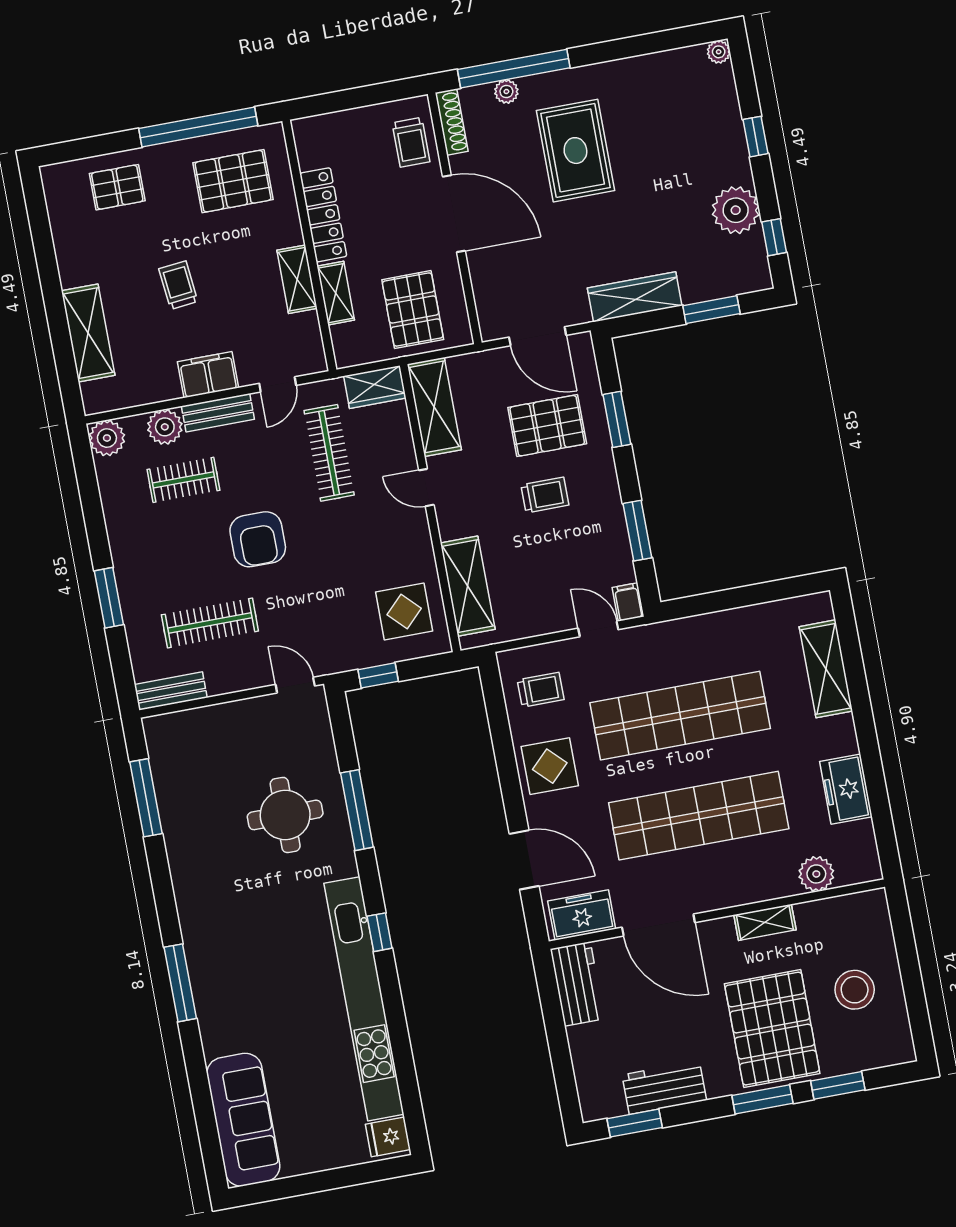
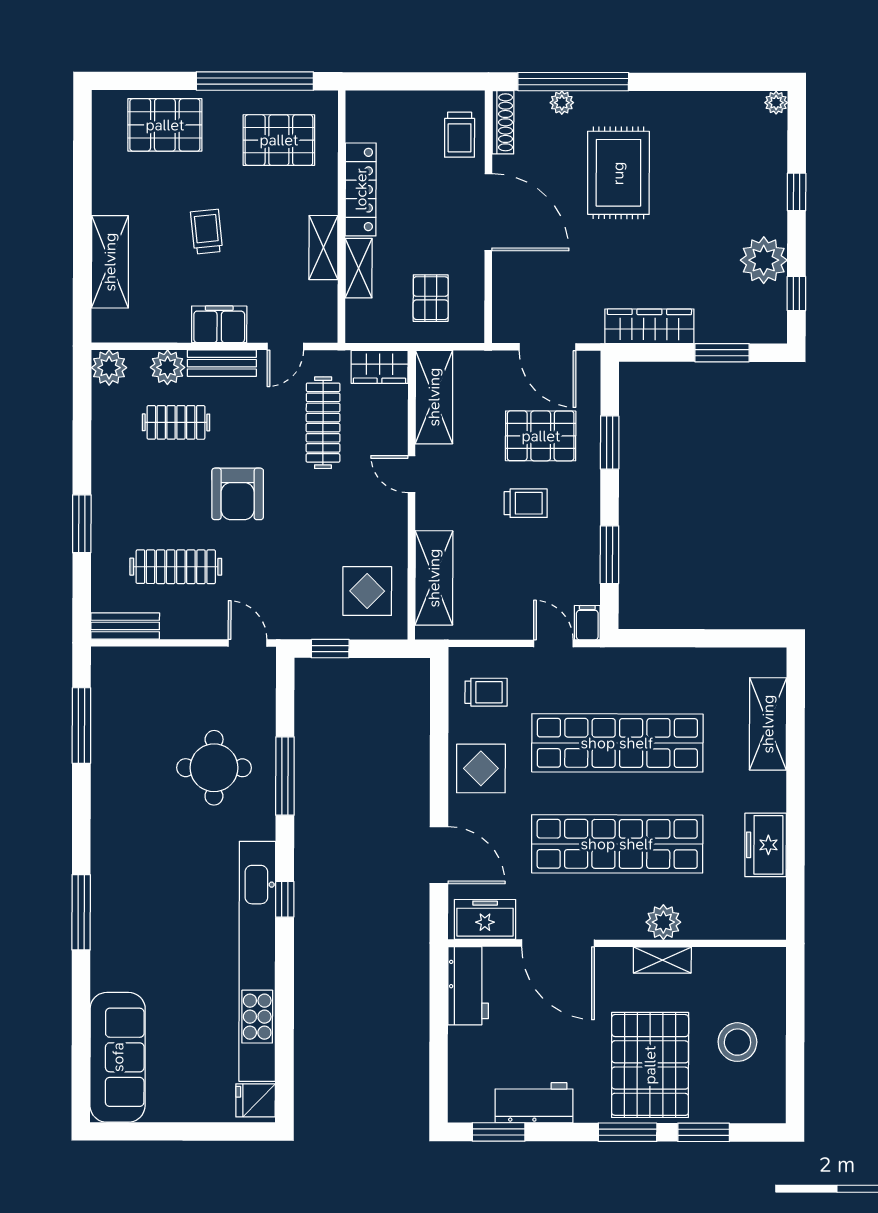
pallet: (117, 187) -> (165, 125), width x1.50, depth x1.42
pallet: (413, 310) -> (431, 298), width x0.67, depth x0.71
plant: (816, 874) -> (663, 922), moved

